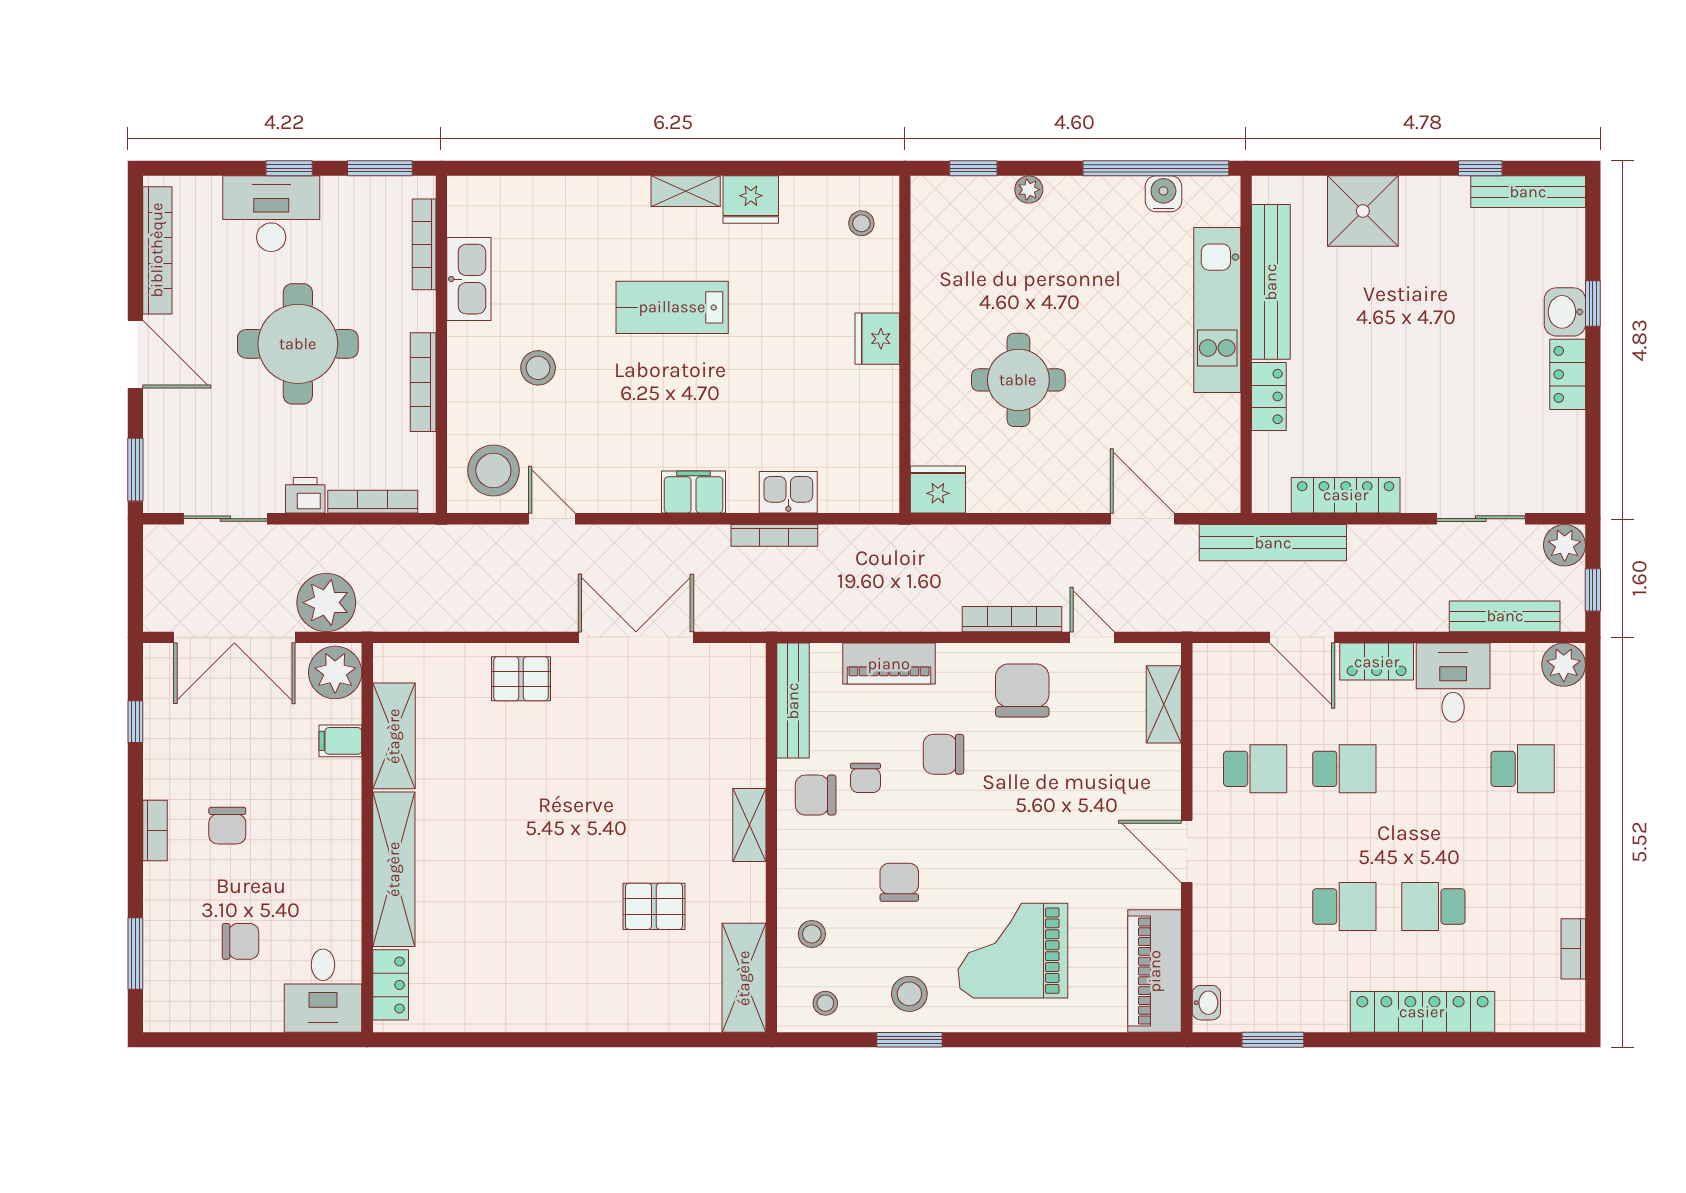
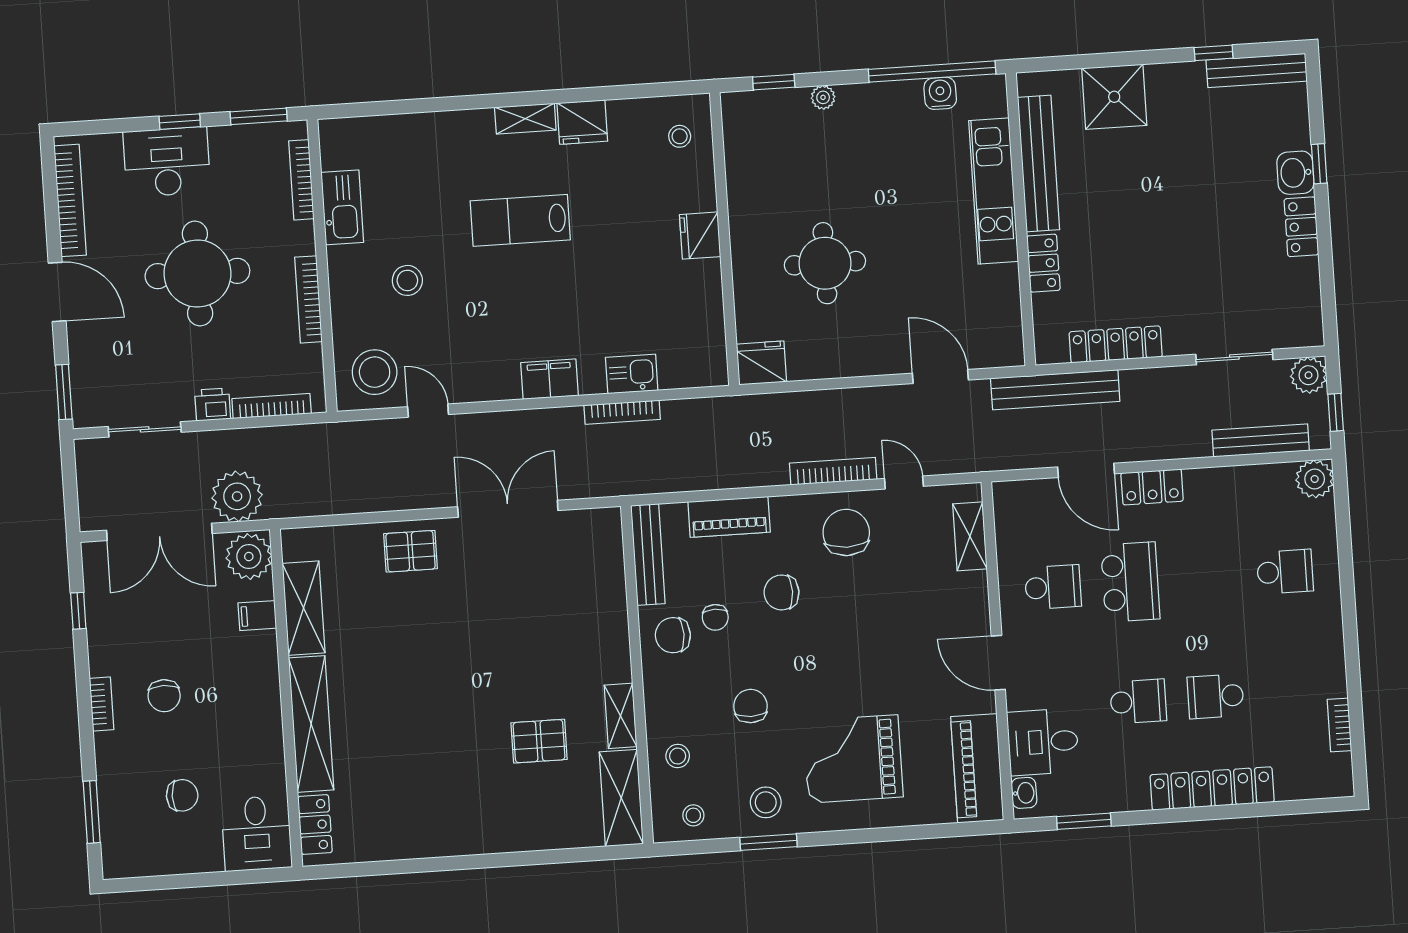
desk: (1453, 683) -> (1043, 742), moved, turned -90
school desk: (1344, 769) -> (1130, 582), width x1.85
shelving: (749, 825) -> (621, 716), moved

